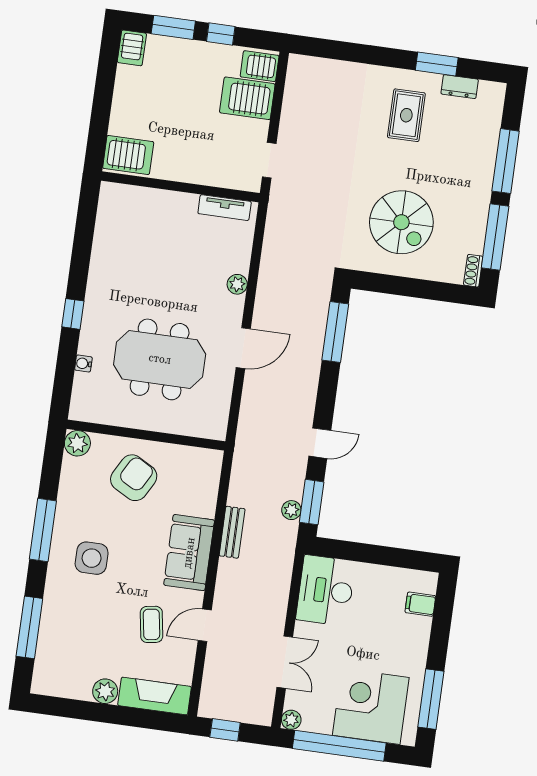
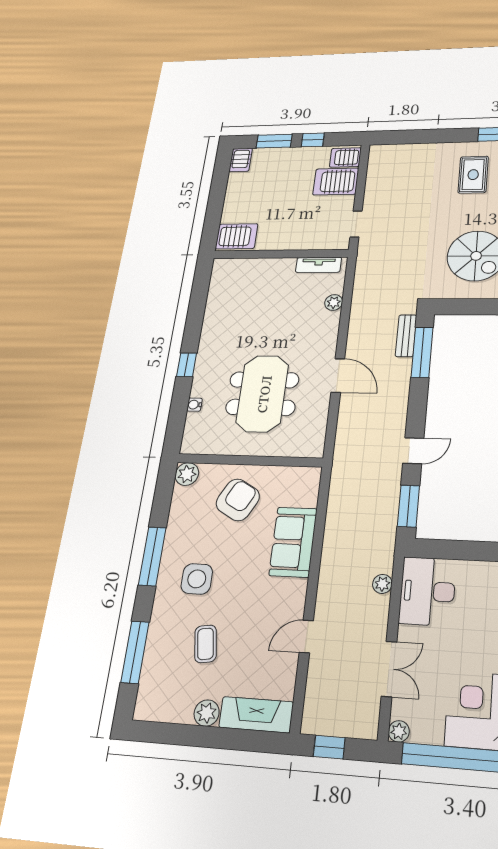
plant: (237, 284) -> (334, 302), moved
door: (243, 348) -> (338, 375), hinge flipped
meeting table: (160, 359) -> (262, 394), turned 90
plant: (291, 510) -> (382, 584), moved
bench: (232, 532) -> (406, 336), moved
sofa: (189, 553) -> (293, 542), moved
coffee table: (151, 624) -> (206, 644), moved

